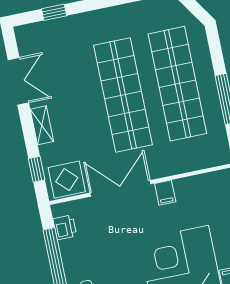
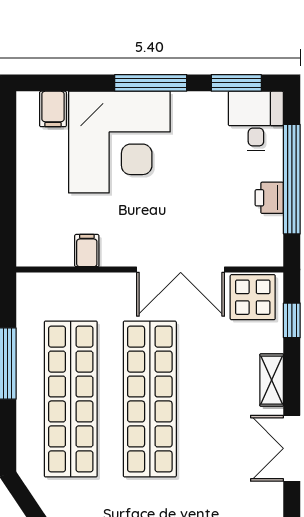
filing cabinet: (165, 193) -> (87, 251), moved
printer: (65, 227) -> (269, 198), moved

